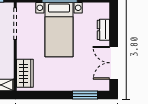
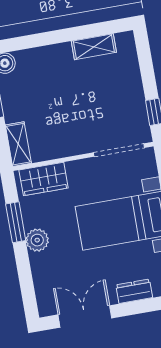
plant: (62, 84) -> (37, 240), added
window: (85, 95) -> (16, 222), moved

